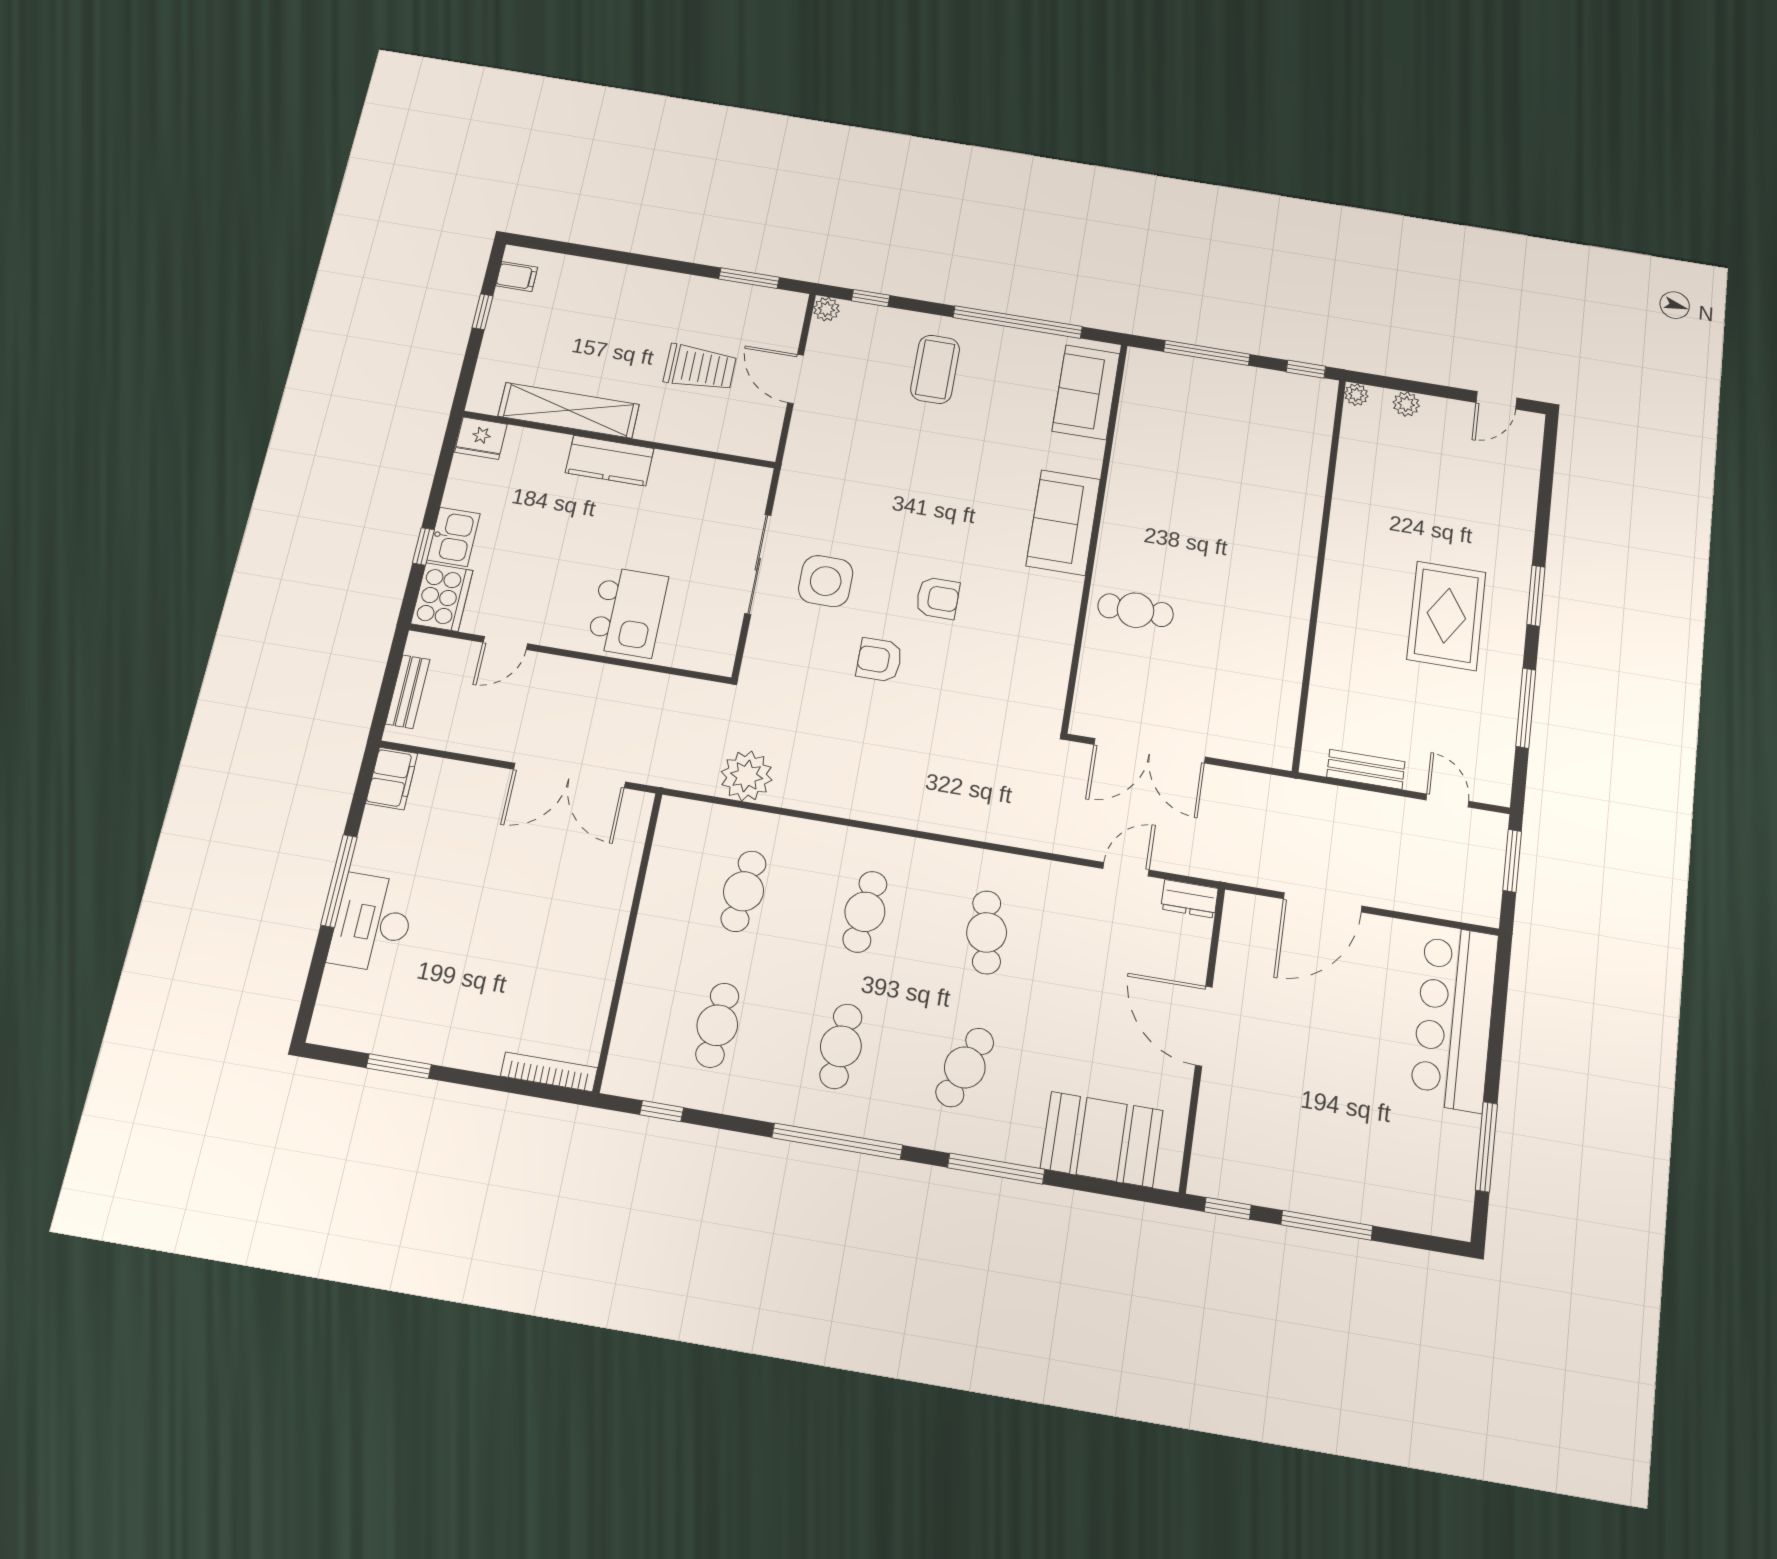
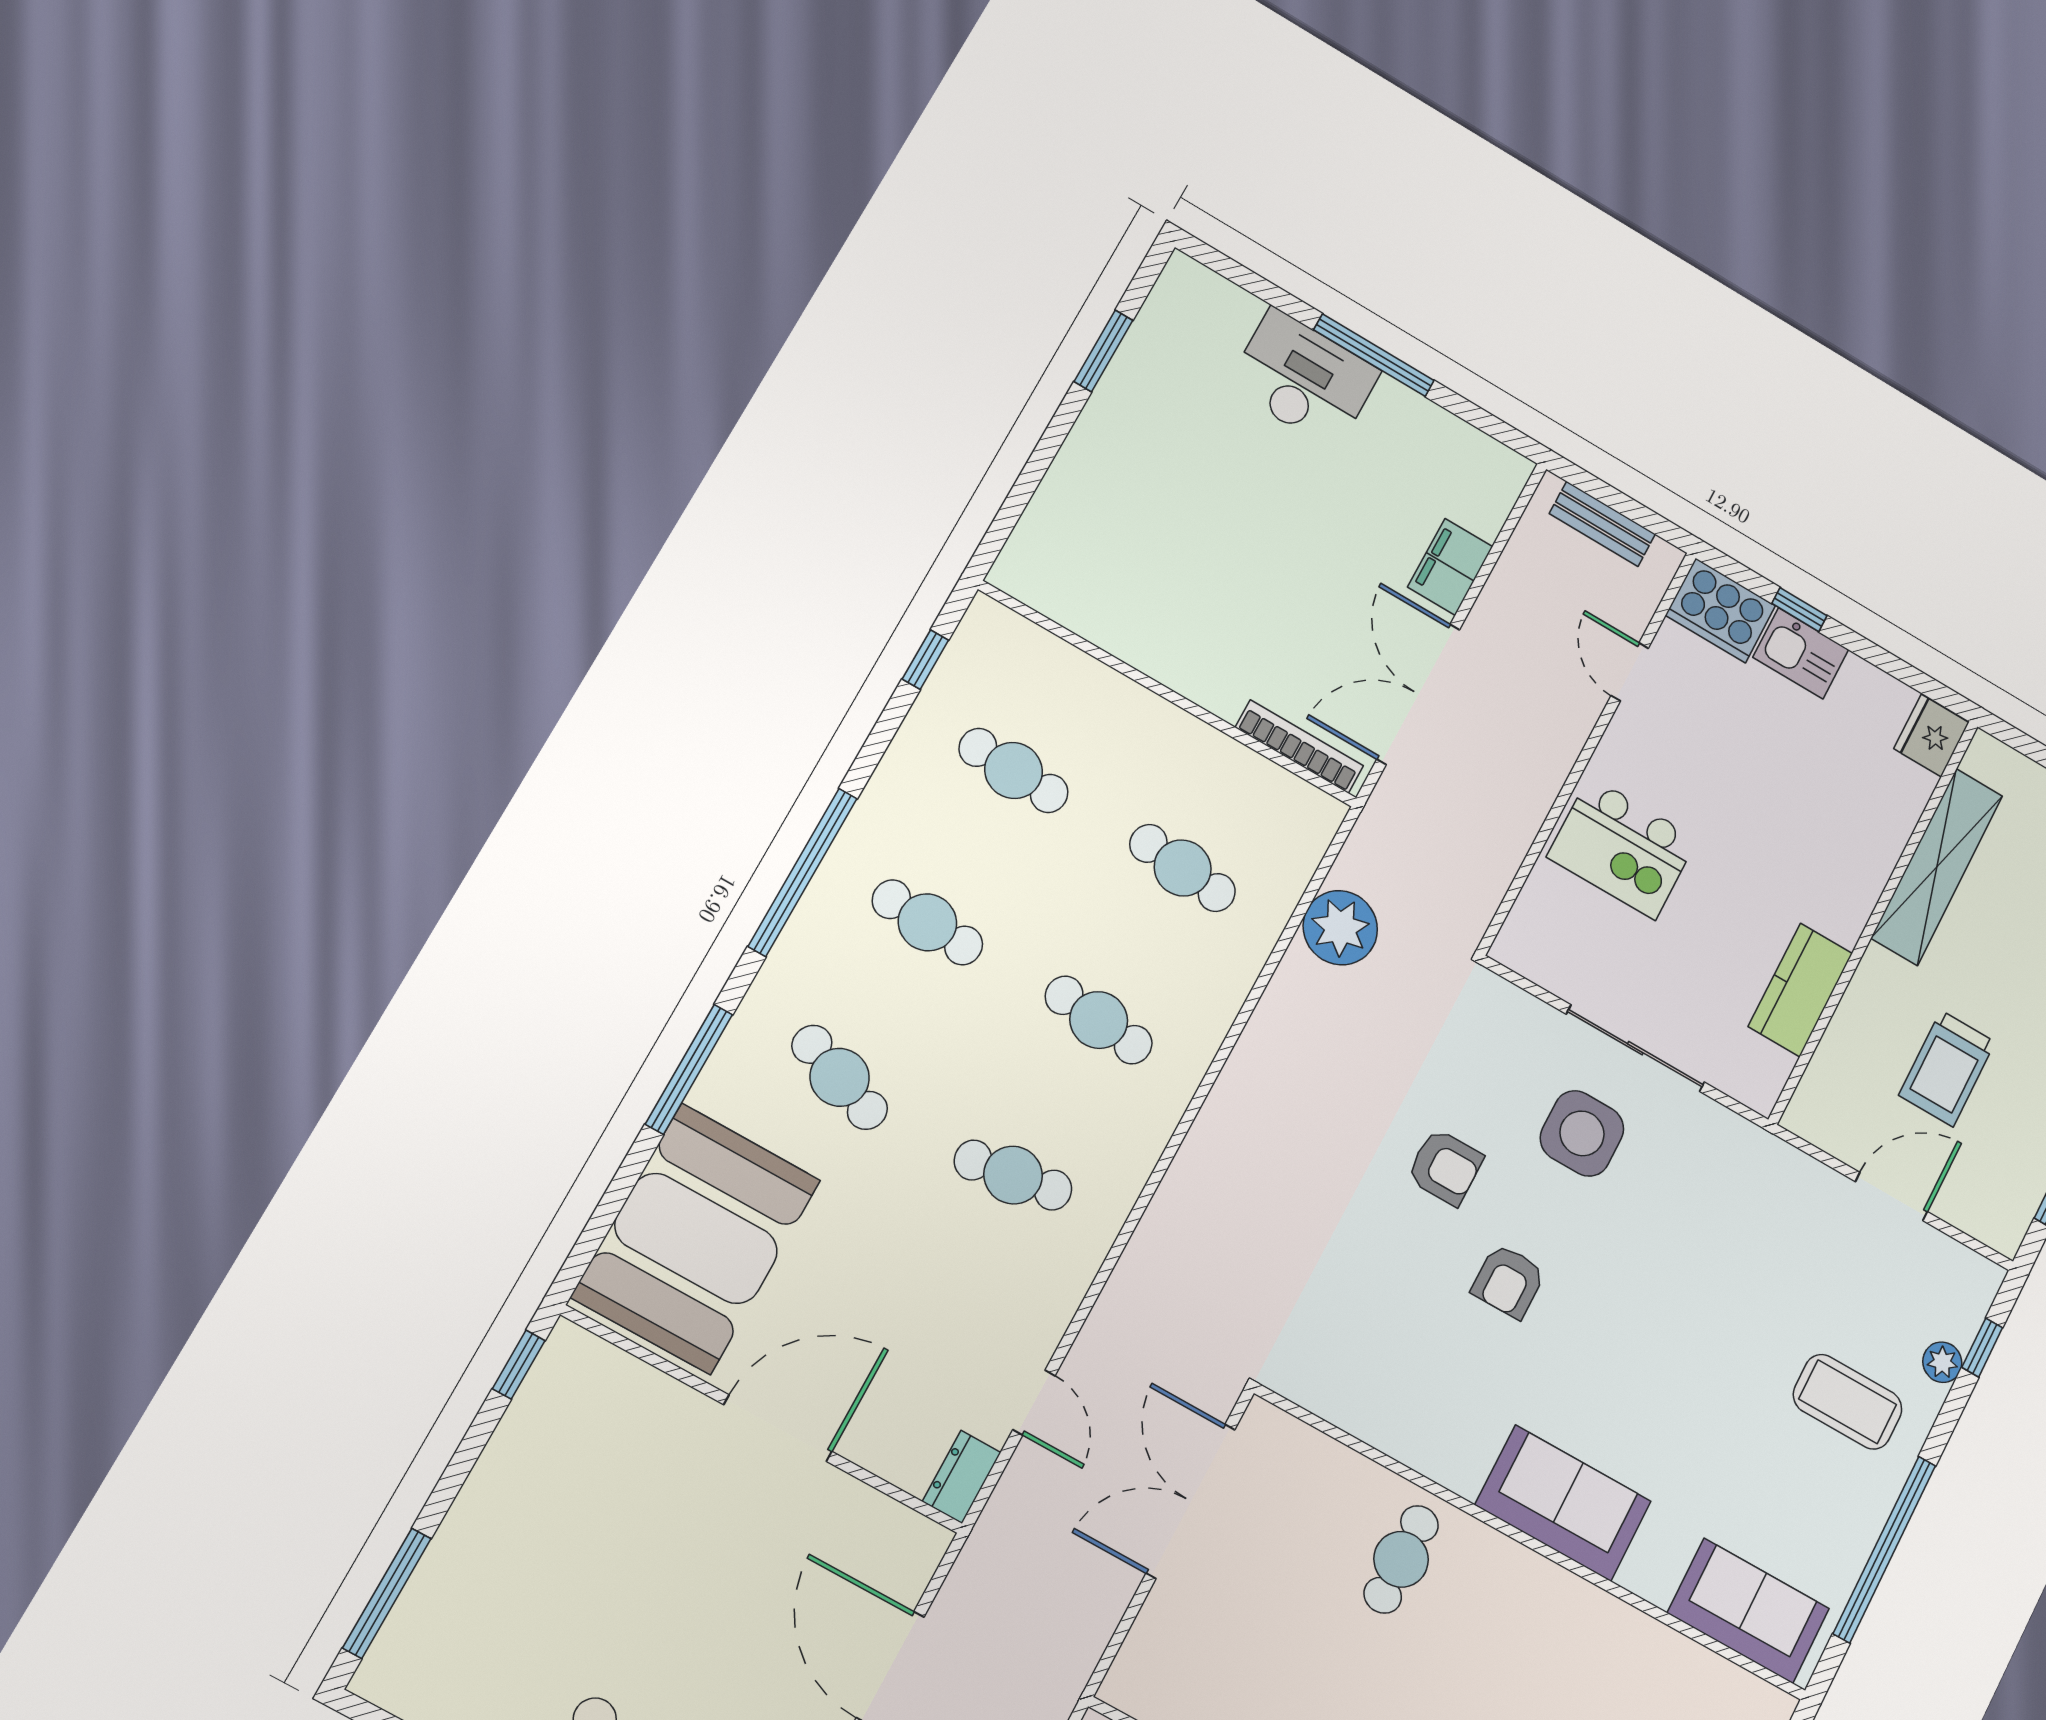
plant: (826, 309) -> (1942, 1362), moved
kitchen counter: (610, 461) -> (1800, 990), moved
armchair: (879, 660) -> (1445, 1167), turned 90
filing cabinet: (392, 778) -> (1450, 567), moved, turned 90
bookcase: (549, 1072) -> (1299, 747), moved, turned -90
booth: (1102, 1139) -> (696, 1238), width x1.36, depth x1.42
window: (1327, 1225) -> (387, 1593), moved

